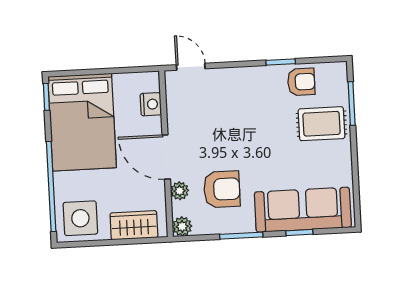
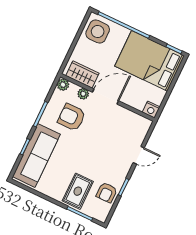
door: (191, 67) -> (139, 155), moved
nightstand: (151, 104) -> (151, 110), moved
armchair: (222, 189) -> (72, 117), turned 90
wardrobe: (134, 225) -> (82, 74), moved, turned -90

